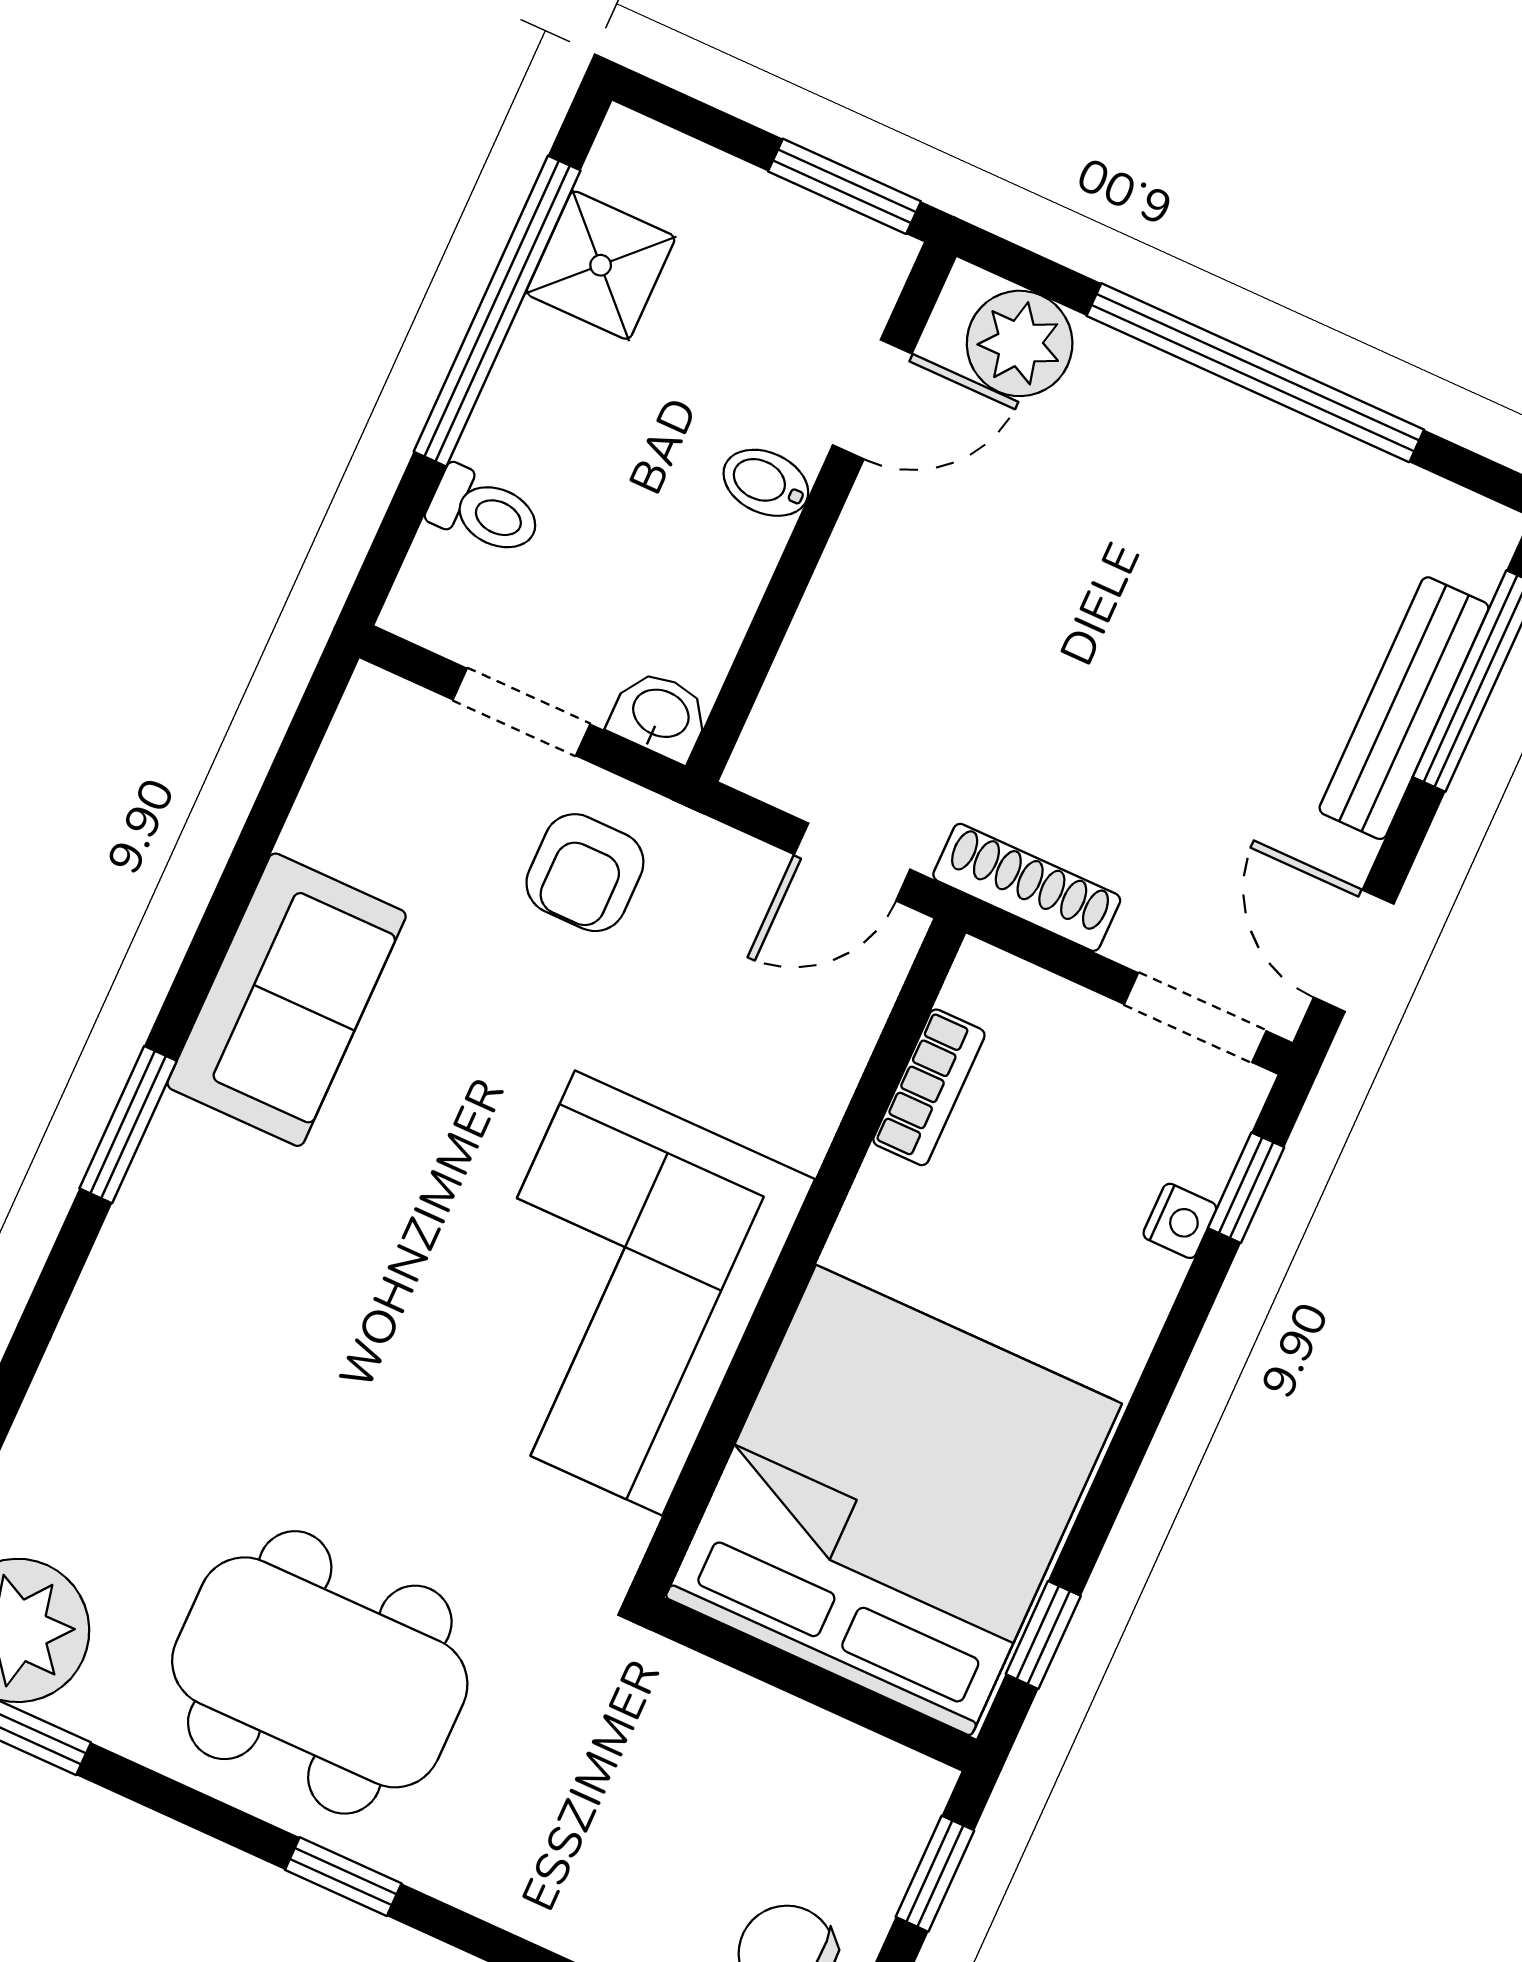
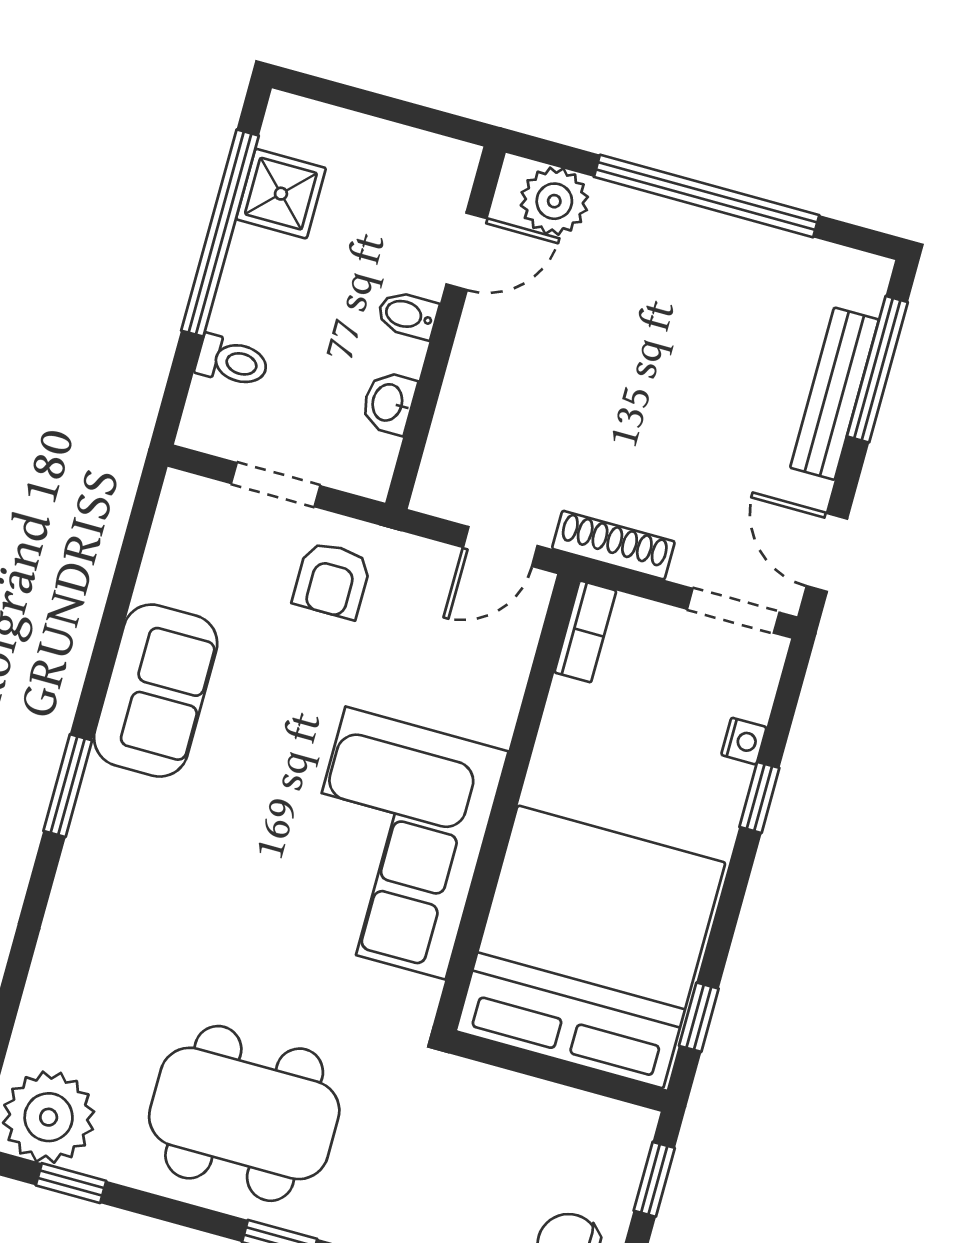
window: (844, 186) -> (428, 119), removed
washbasin: (660, 715) -> (389, 403), moved, turned -90
bookcase: (929, 1087) -> (585, 631), moved
window: (1246, 1188) -> (759, 797), moved

